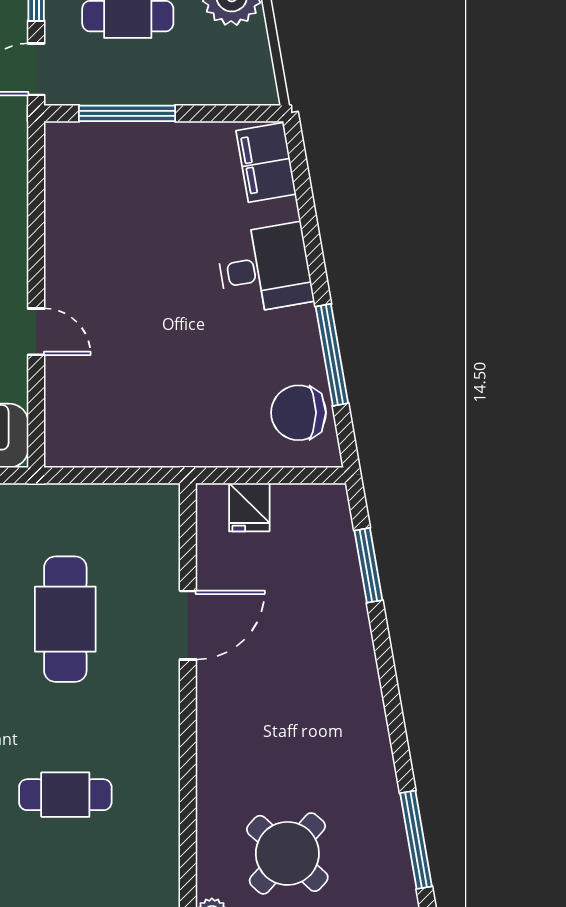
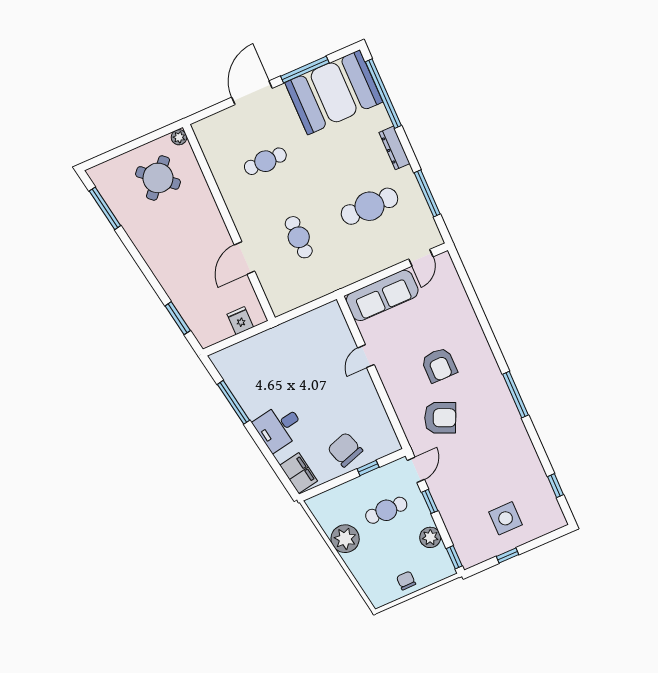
window: (127, 113) -> (368, 468), width x0.46
door: (36, 332) -> (366, 356), hinge flipped
chair: (298, 413) -> (345, 450), moved, turned -108
cafe table: (65, 619) -> (299, 237), width x0.73, depth x0.74

